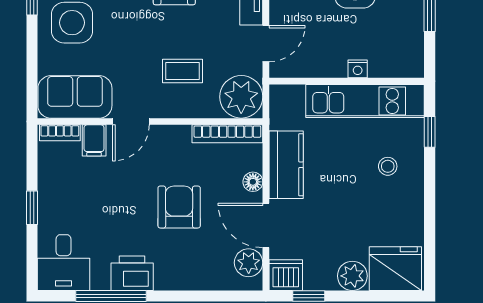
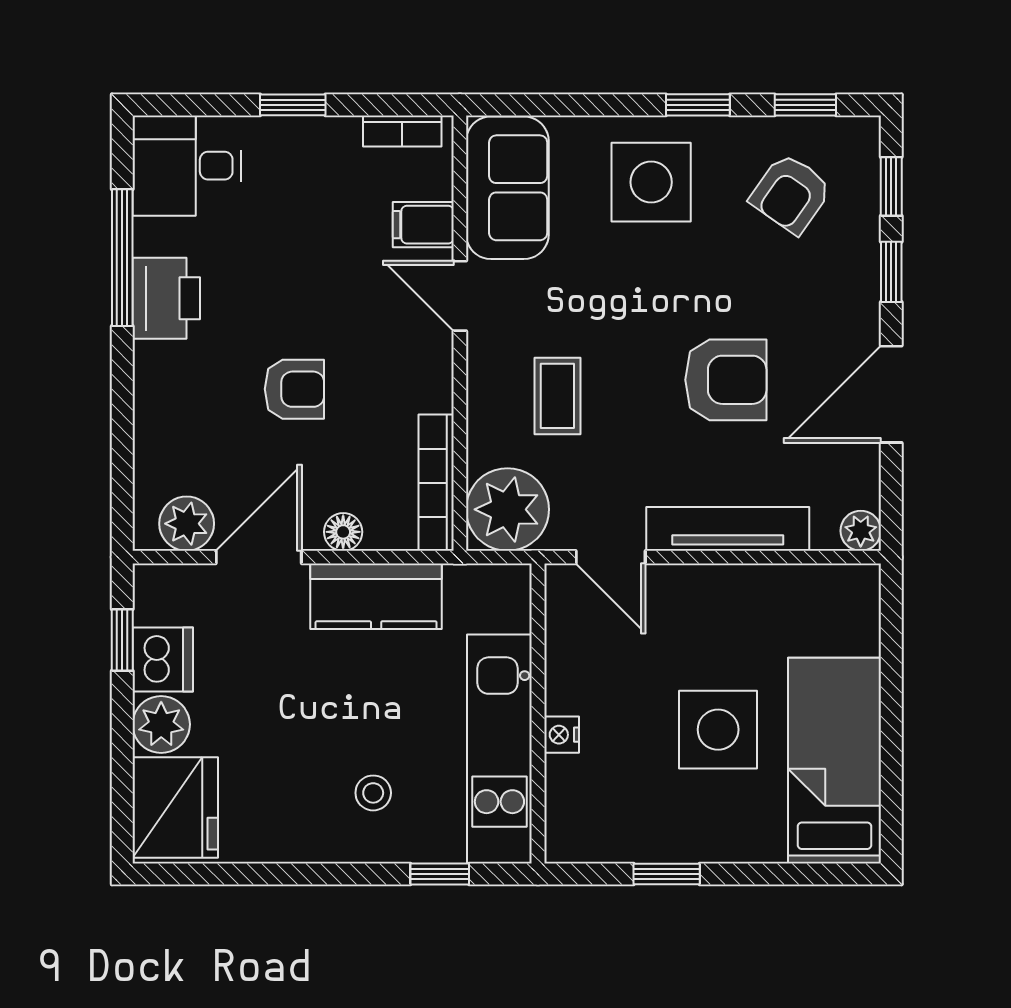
bookcase: (60, 133) -> (402, 131), moved, turned -90
armchair: (179, 207) -> (294, 389), width x0.72, depth x0.72
dishwasher: (286, 275) -> (163, 660), moved

